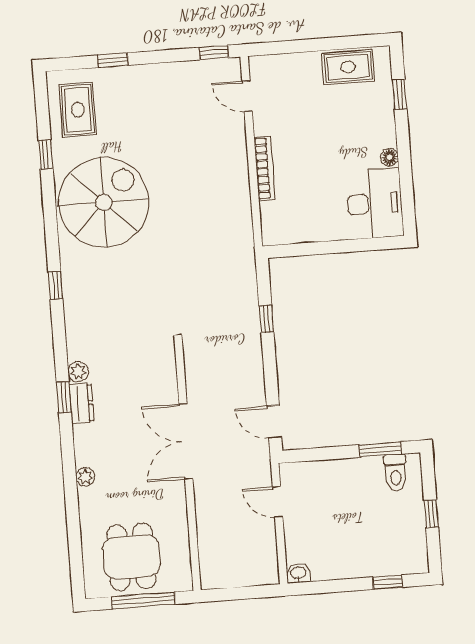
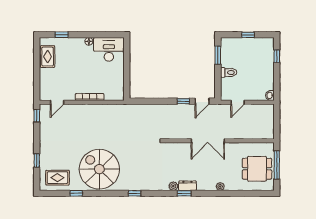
window: (266, 319) -> (183, 101), moved
toilet: (396, 473) -> (229, 72), moved

